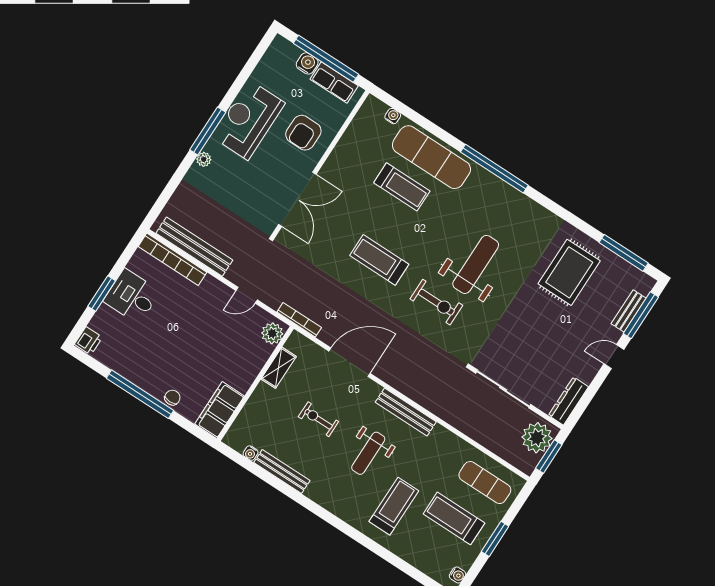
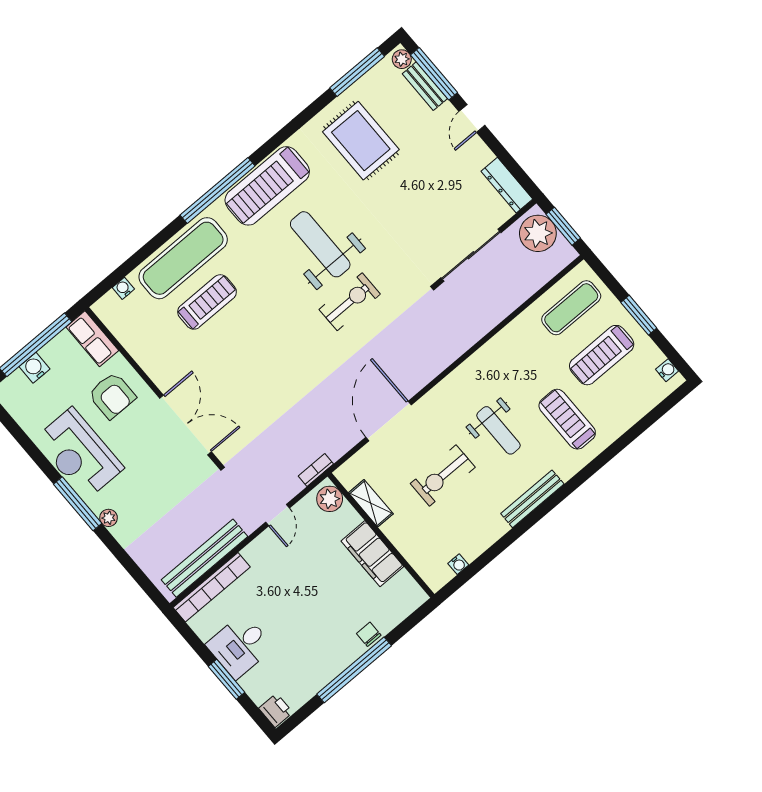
row of seats: (334, 82) -> (92, 339), moved, turned 90
treadmill: (379, 260) -> (267, 186), moved, width x1.37, depth x1.38
plant: (645, 286) -> (402, 59), added
bookcase: (299, 320) -> (316, 470), width x0.64
filing cabinet: (220, 410) -> (372, 554), moved
bench: (406, 412) -> (464, 374), removed
exercise bike: (318, 419) -> (443, 475), width x1.38, depth x1.39
bench: (282, 472) -> (532, 499), moved

